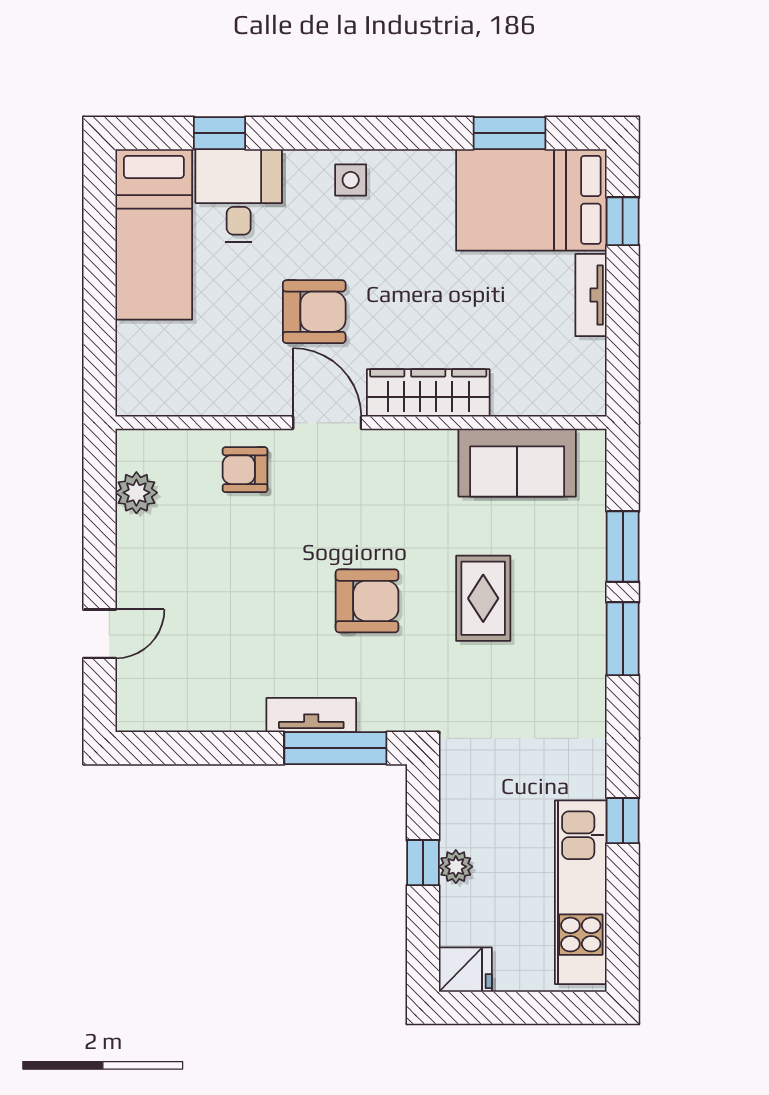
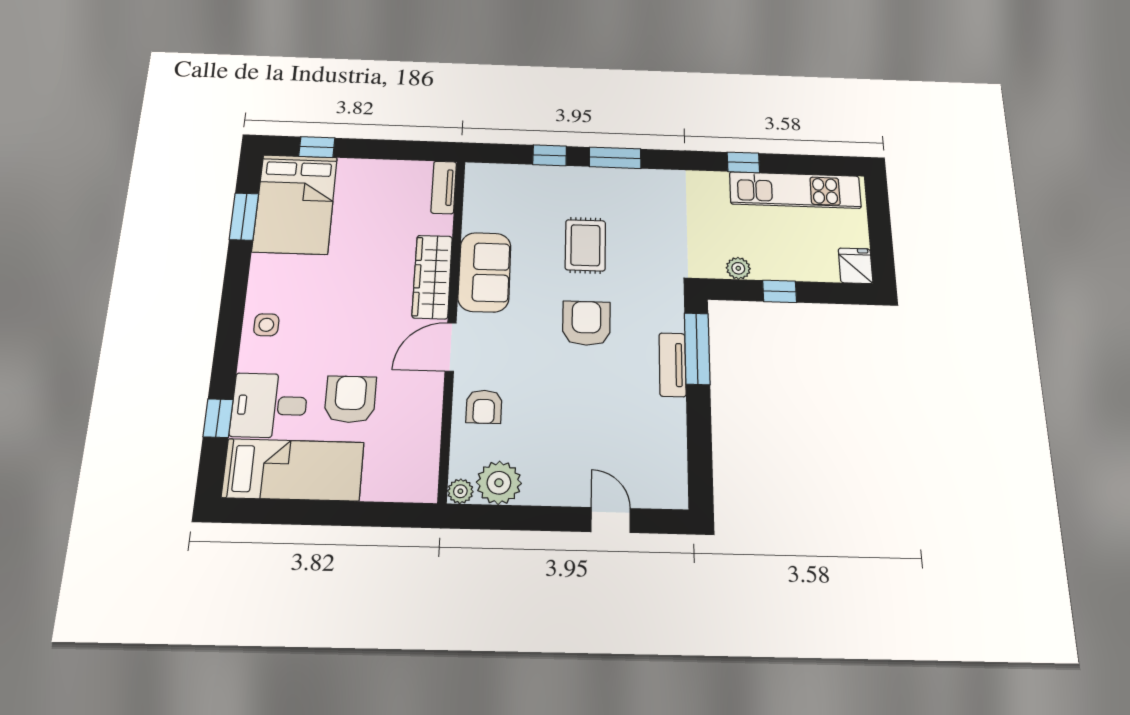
tv unit: (591, 295) -> (444, 187), moved, turned 90
armchair: (314, 312) -> (350, 399), moved
plant: (132, 445) -> (460, 491), added
sofa: (517, 463) -> (485, 272), moved
plant: (136, 493) -> (499, 483), width x1.36, depth x1.36
window: (623, 547) -> (550, 155), width x0.67
rug: (483, 598) -> (585, 245), turned 90
plant: (456, 867) -> (738, 268), moved

